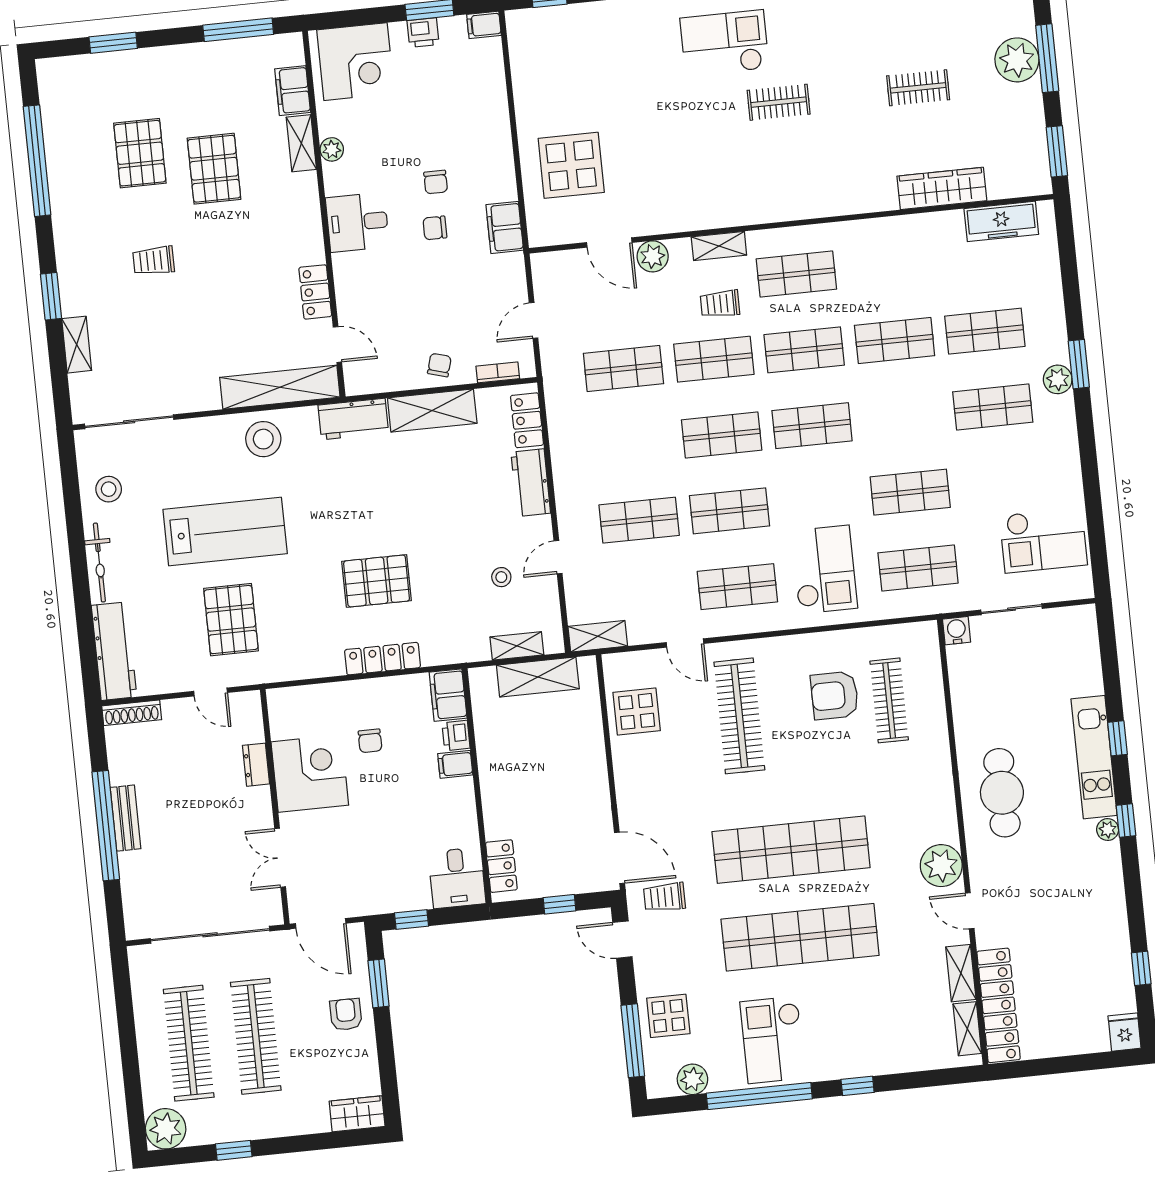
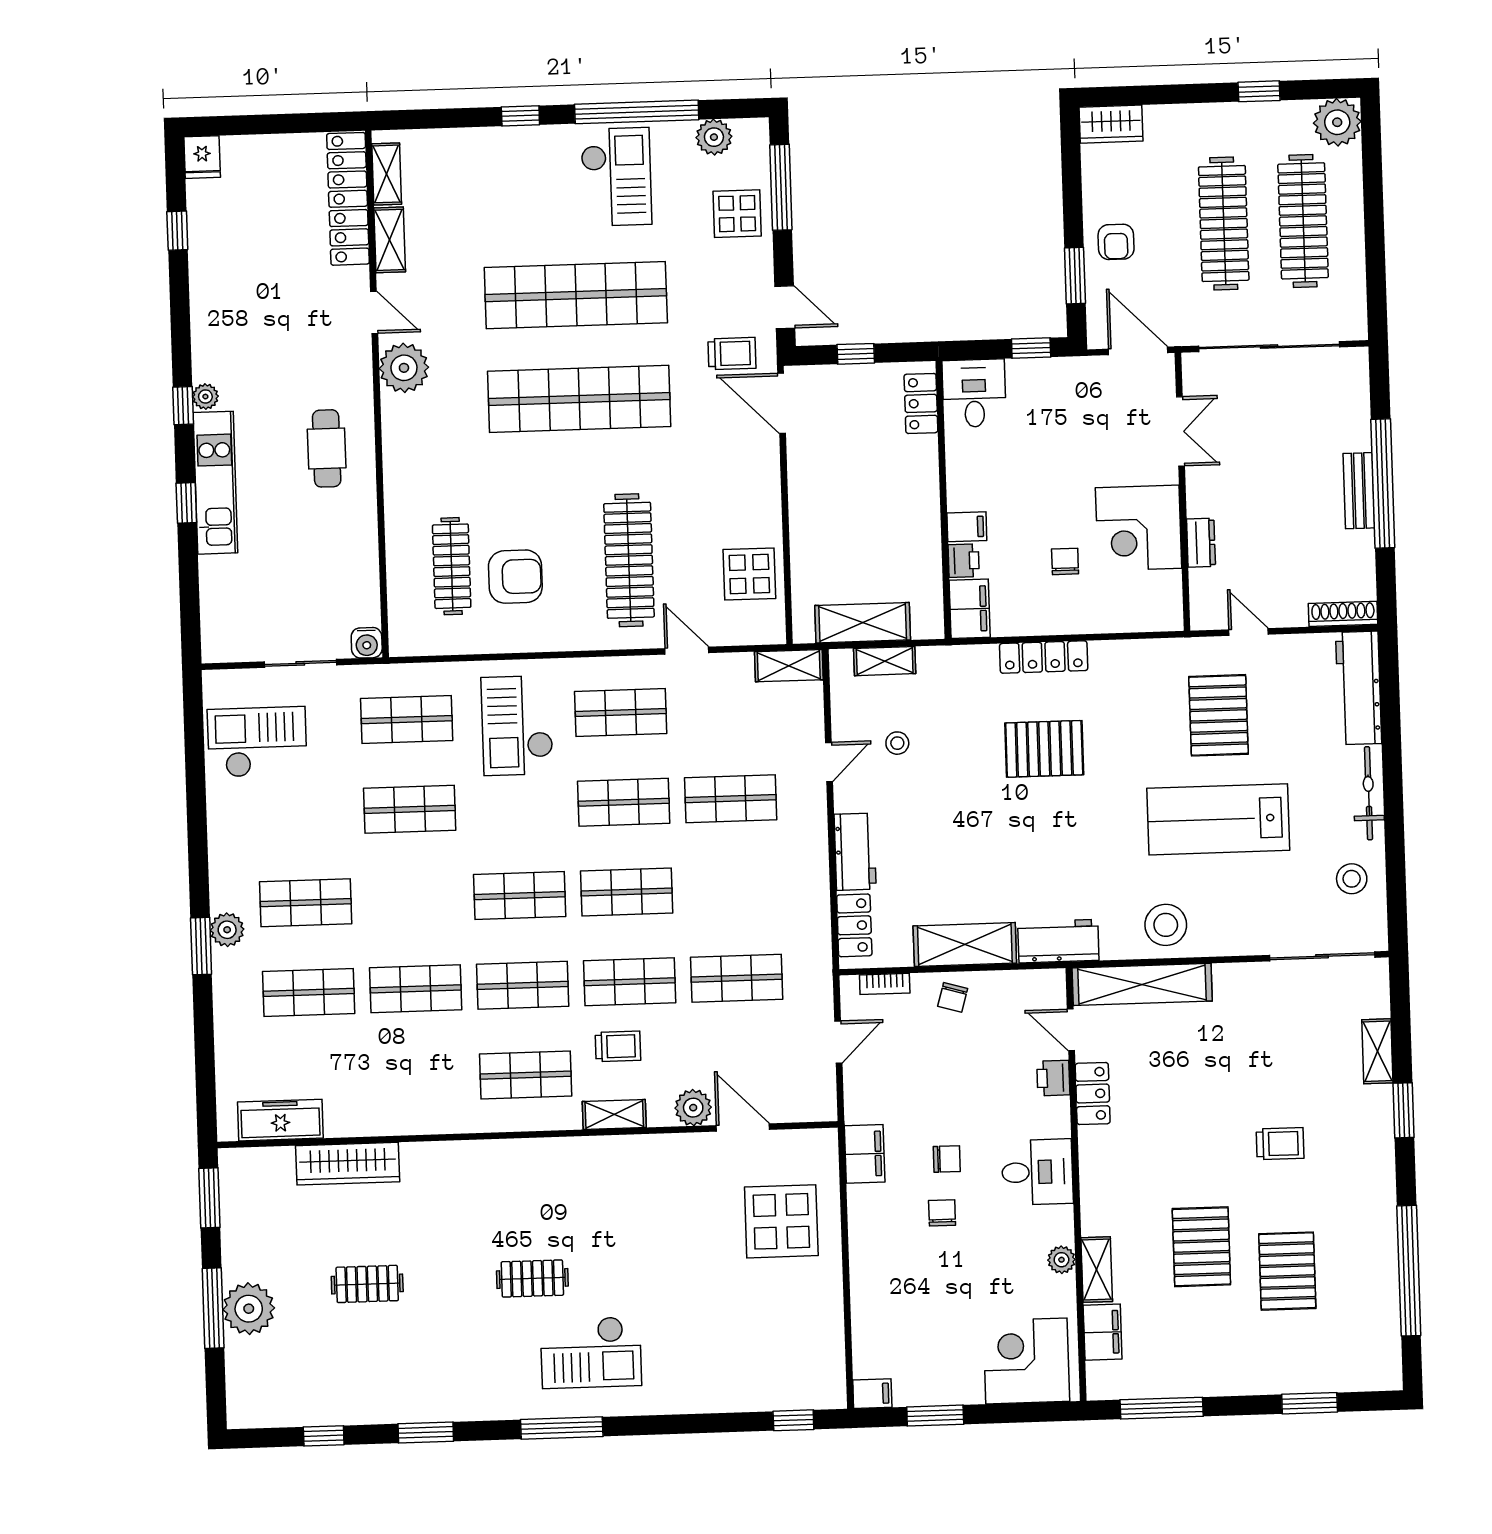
printer: (423, 33) -> (1053, 1078), moved, turned -90
cafe table: (1002, 793) -> (327, 448), width x0.73, depth x0.74

